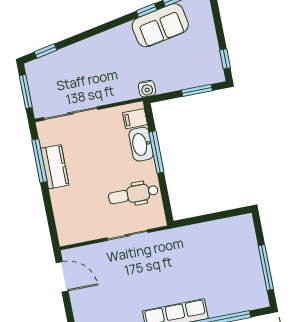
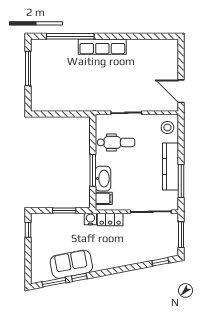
window: (197, 90) -> (64, 210), moved
locker: (121, 93) -> (110, 219), added
kitchen counter: (55, 167) -> (171, 167), width x1.50
stool: (71, 227) -> (167, 128), added

